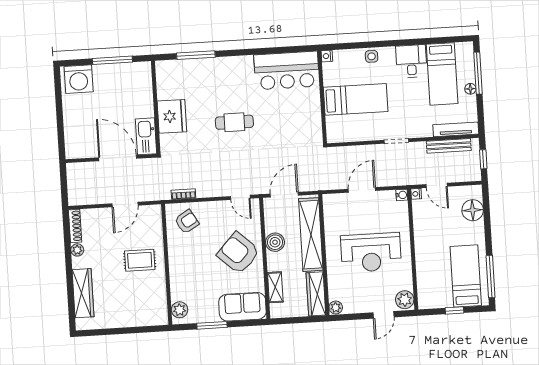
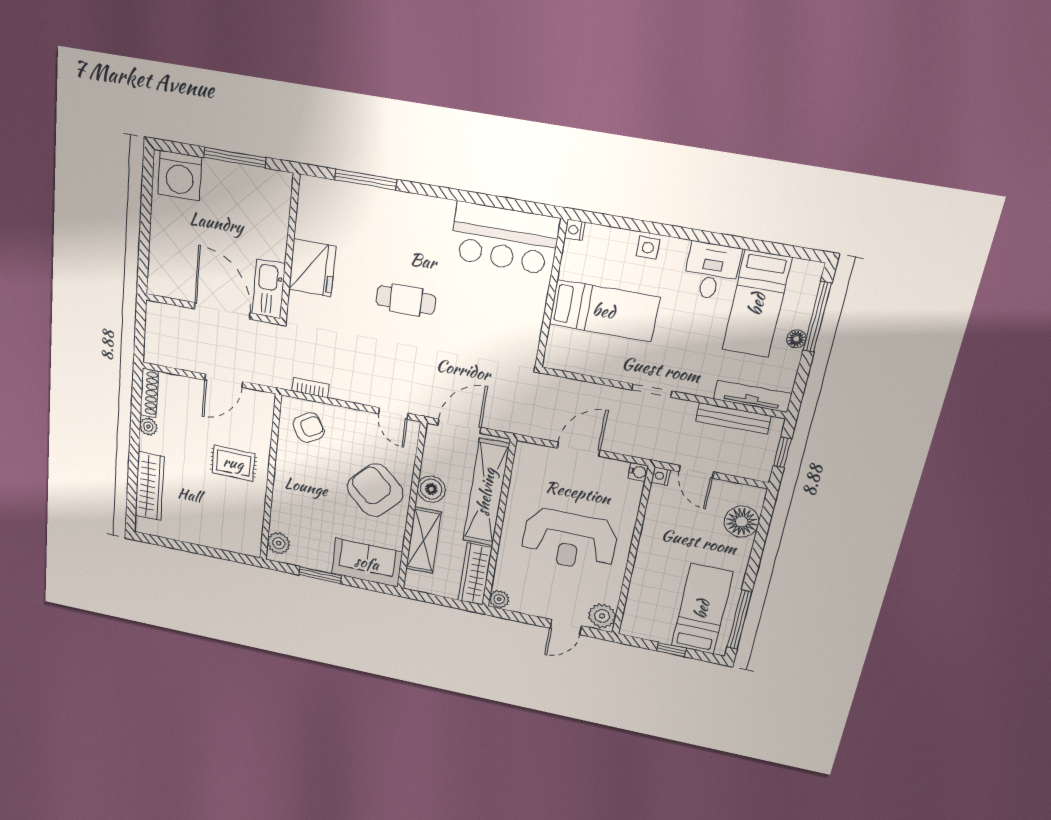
shelving: (275, 287) -> (424, 540), width x1.50, depth x1.33

